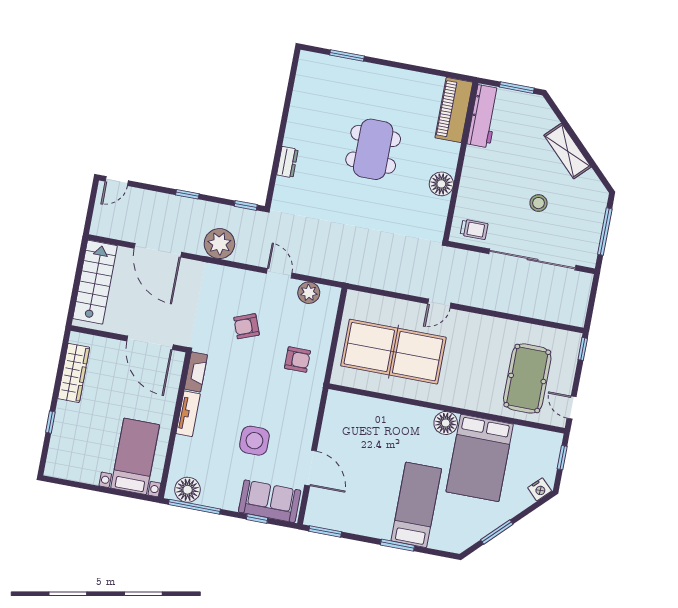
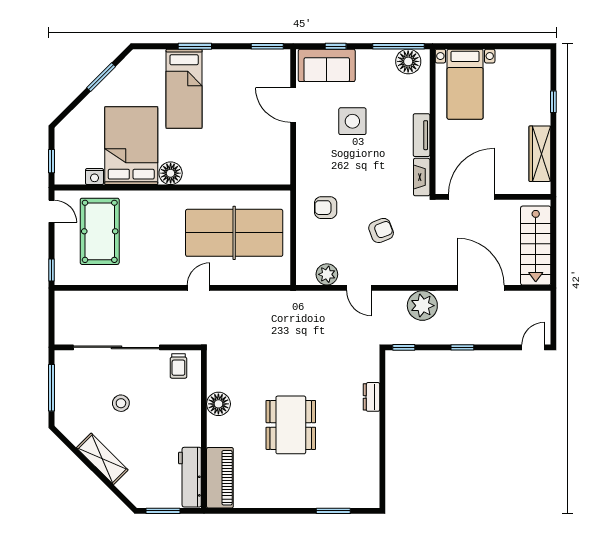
trolley: (474, 229) -> (178, 366), turned -90
door: (150, 343) -> (471, 197), hinge flipped
nightstand: (540, 489) -> (94, 177), moved, turned -135

